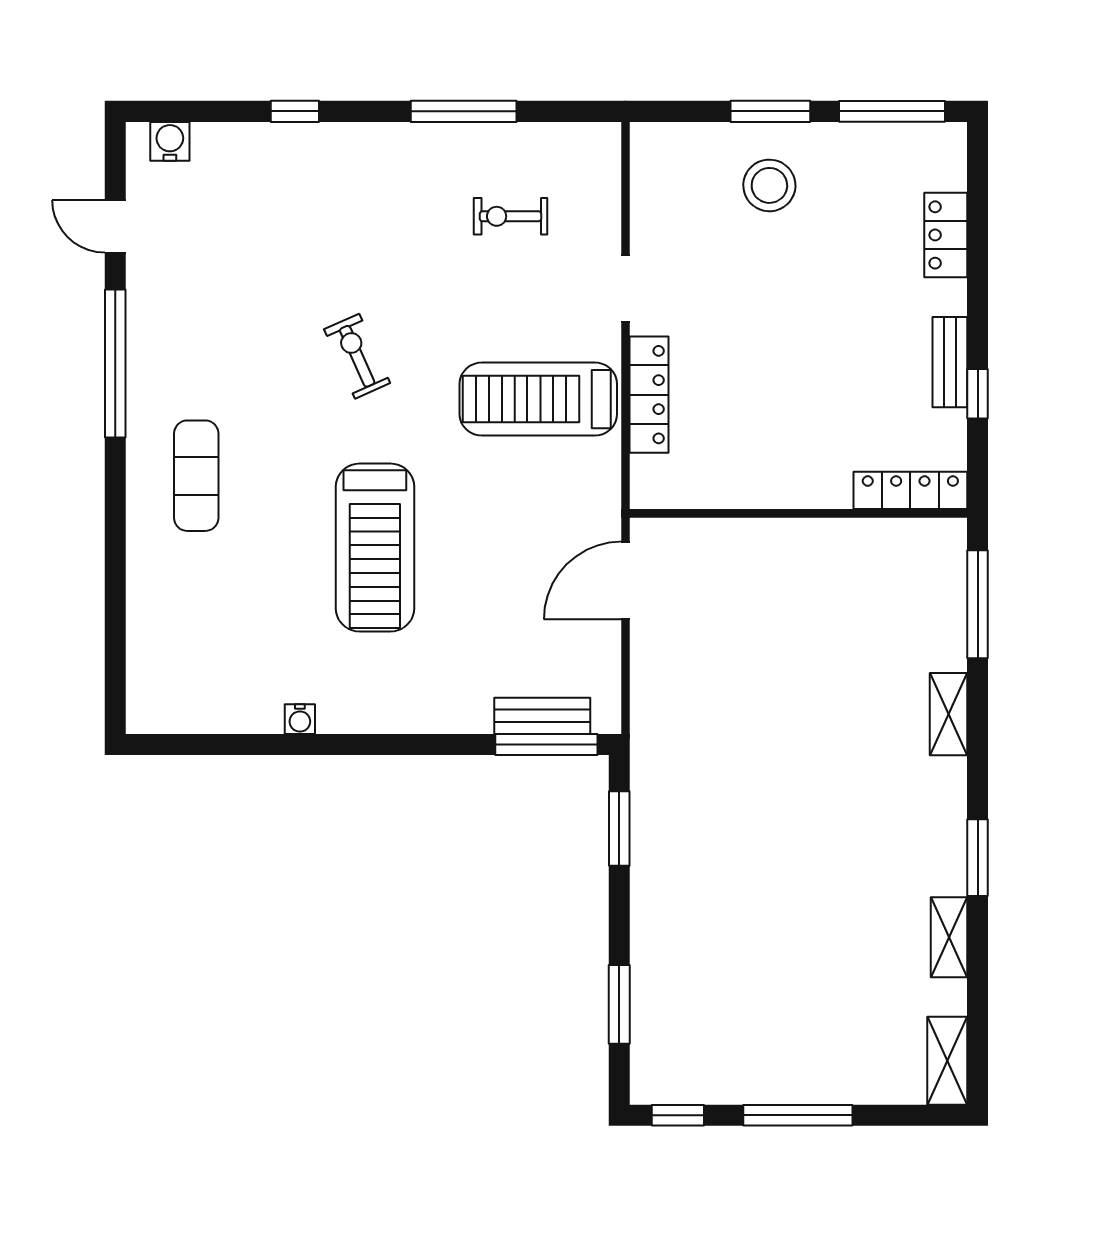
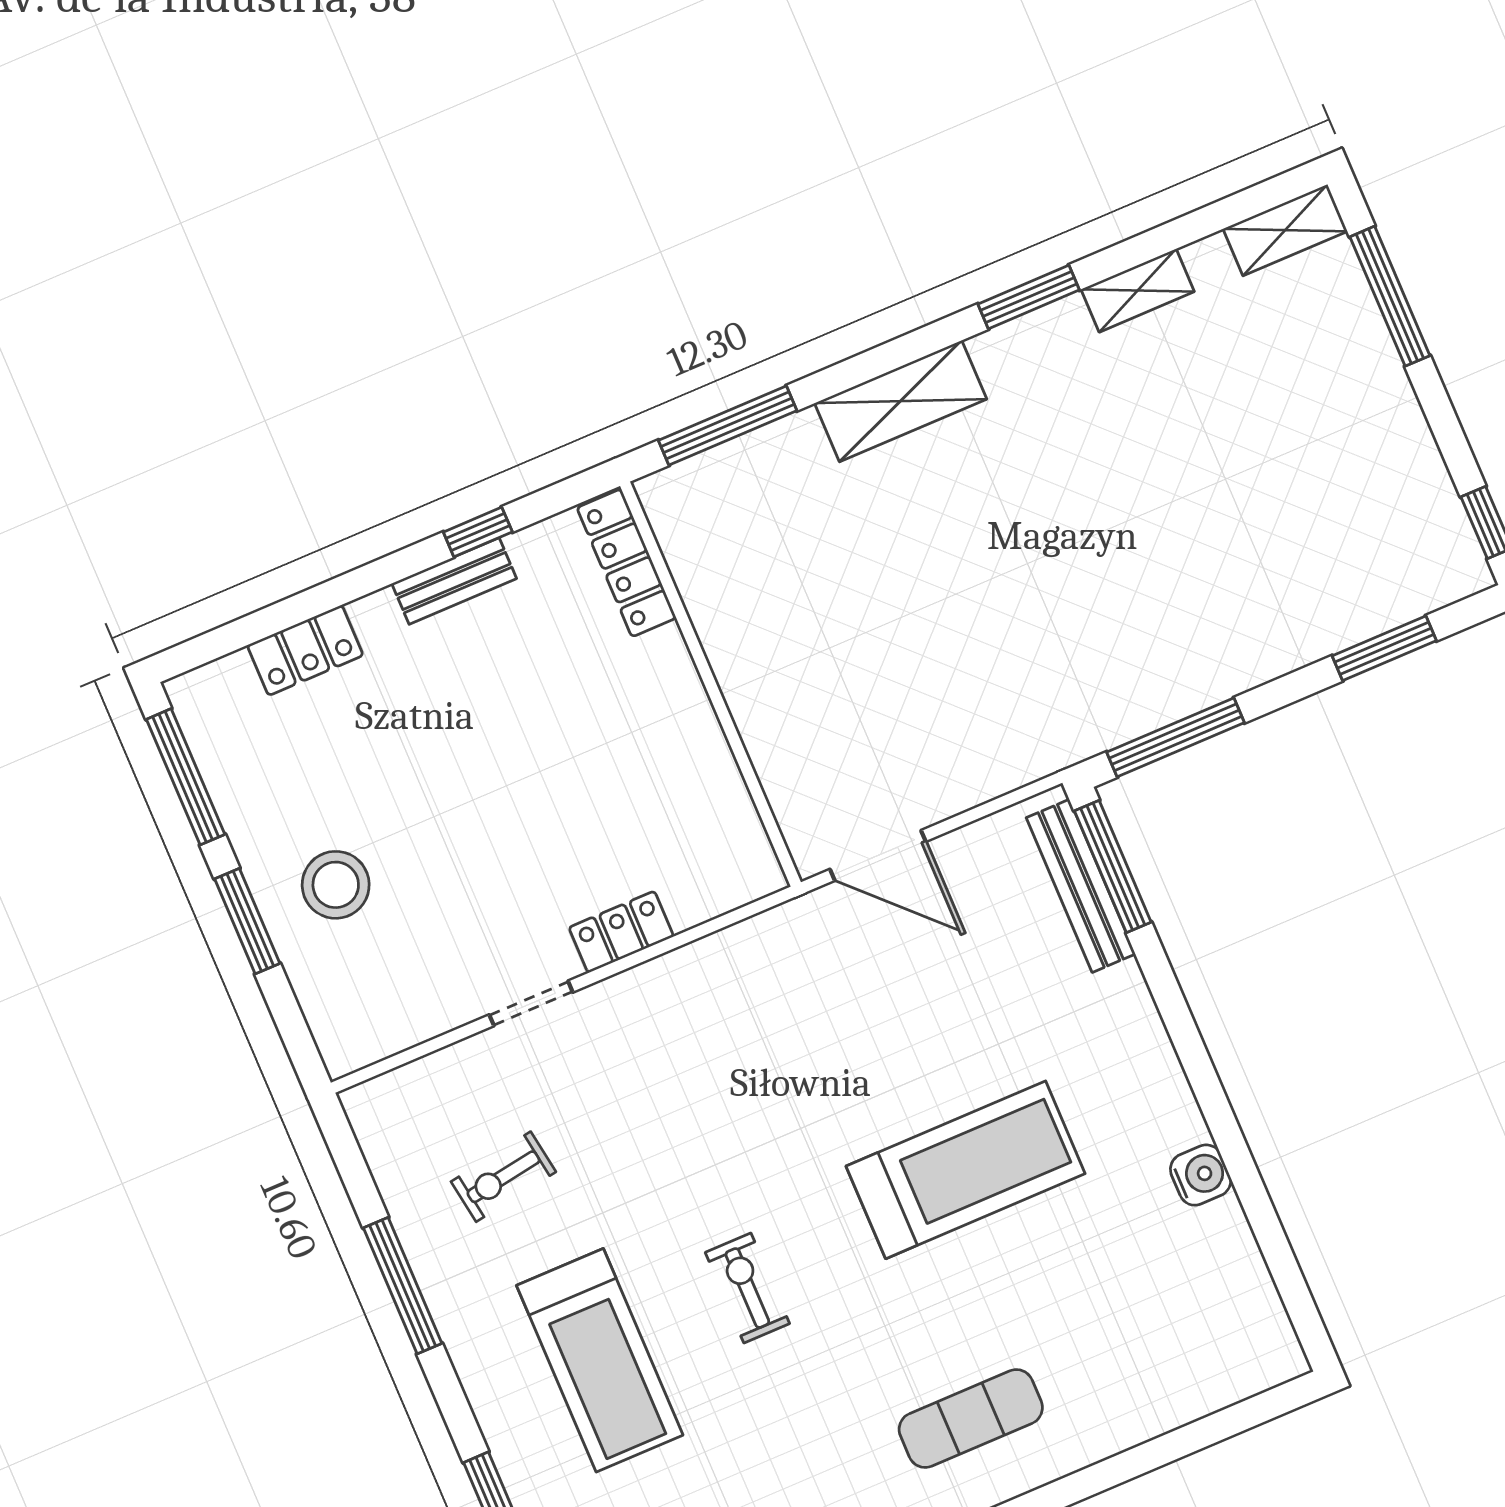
exercise bike: (510, 216) -> (503, 1177), turned 81
exercise bike: (357, 356) -> (747, 1288), turned 114
locker: (649, 395) -> (621, 932), width x0.66
treadmill: (538, 399) -> (600, 1360), moved
shelving: (949, 714) -> (901, 401), width x1.50, depth x1.33
bench: (542, 716) -> (1081, 886), width x1.36
water cooler: (300, 719) -> (1201, 1175), width x1.38, depth x1.38
window: (619, 828) -> (1176, 737), width x1.44
window: (798, 1115) -> (1390, 296), moved

